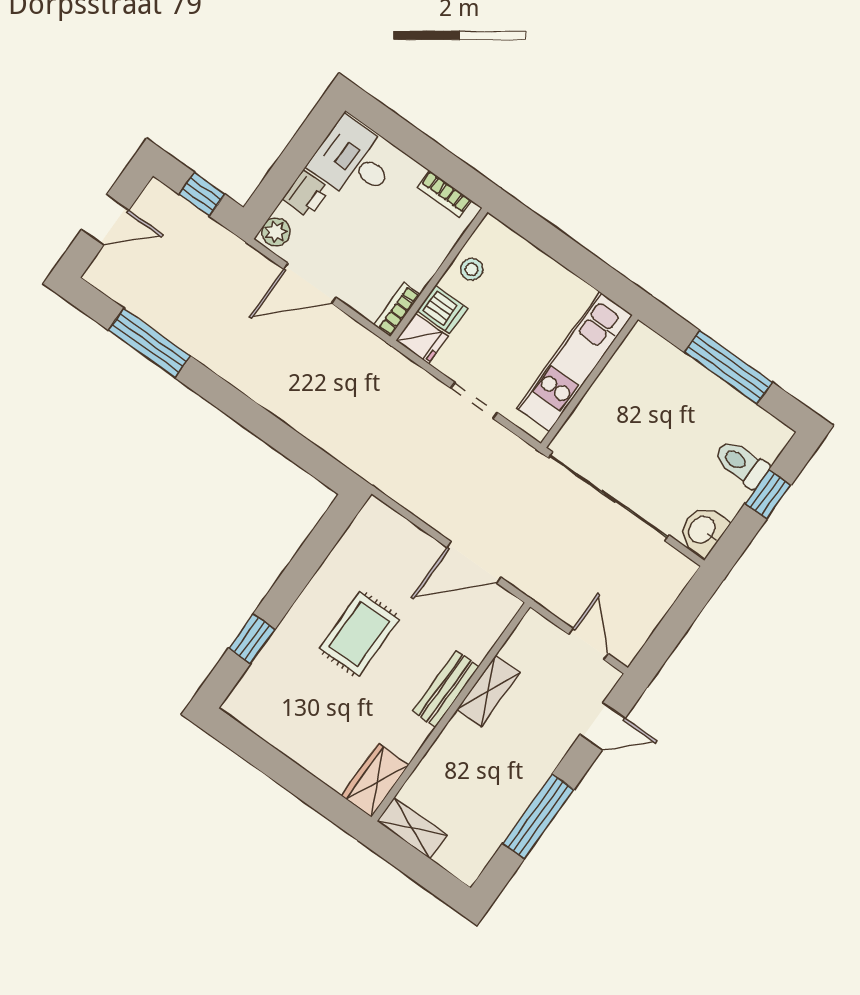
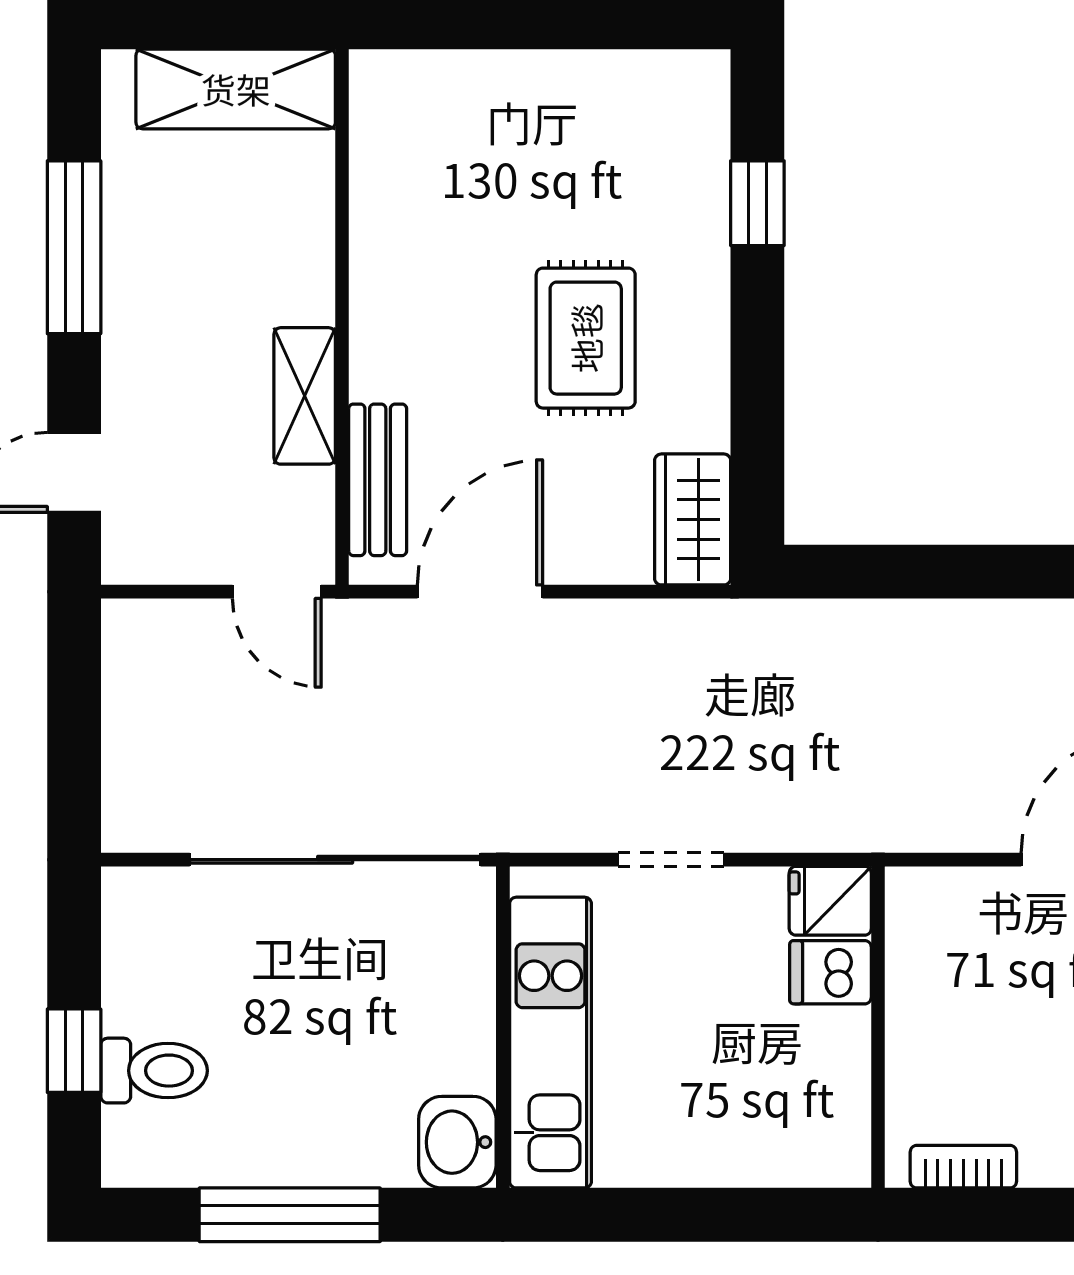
stool: (472, 269) -> (830, 1074), removed
bookcase: (397, 310) -> (906, 919), removed
washbasin: (703, 530) -> (457, 1142), moved, turned 180
door: (588, 644) -> (277, 592), moved
bench: (446, 689) -> (378, 480), moved
wardrobe: (375, 780) -> (693, 519), moved, turned 180
shelving: (412, 828) -> (236, 89), width x1.50, depth x1.33

